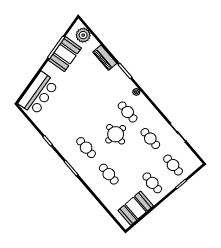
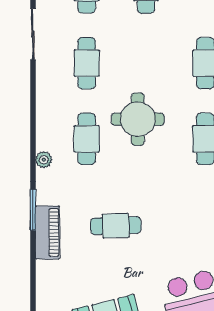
piano: (105, 58) -> (47, 233), moved
cafe table: (91, 90) -> (116, 226), added

